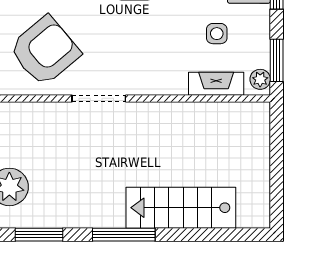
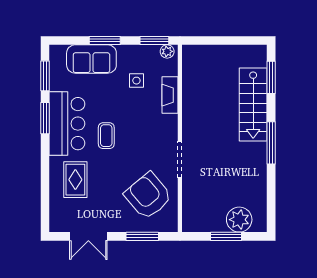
fireplace: (216, 84) -> (170, 95), moved
window: (39, 235) -> (271, 77), moved

